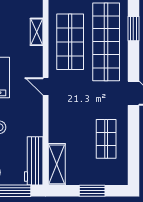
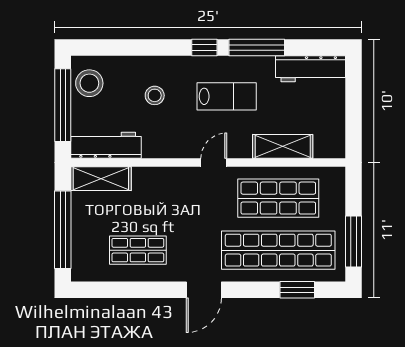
shelving: (37, 32) -> (283, 146), width x1.50, depth x1.33
window: (92, 191) -> (63, 230), width x2.11

